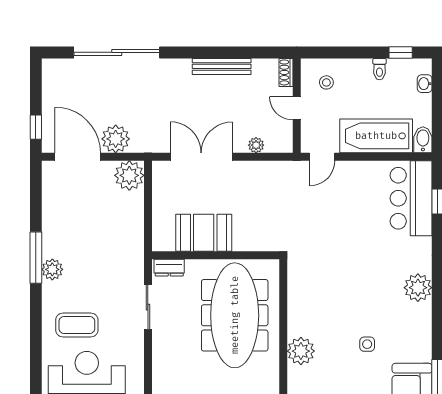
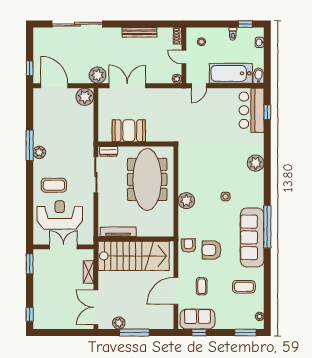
plant: (116, 139) -> (98, 75), moved
plant: (256, 145) -> (177, 79), moved
sliding door: (148, 307) -> (96, 175), width x1.37

